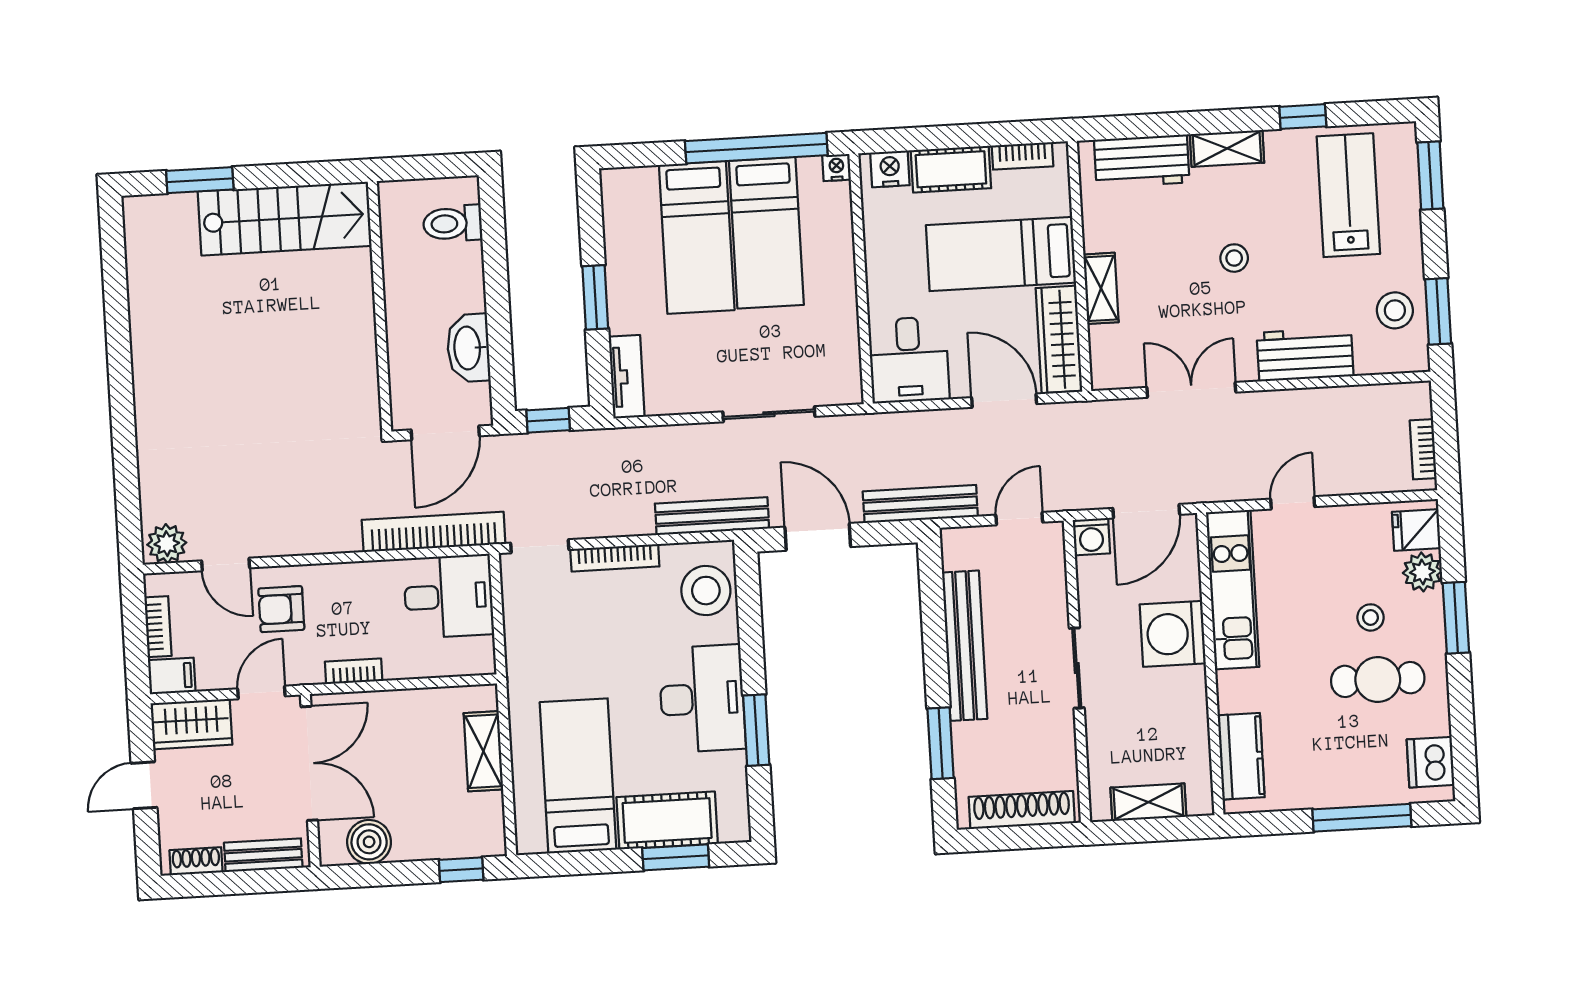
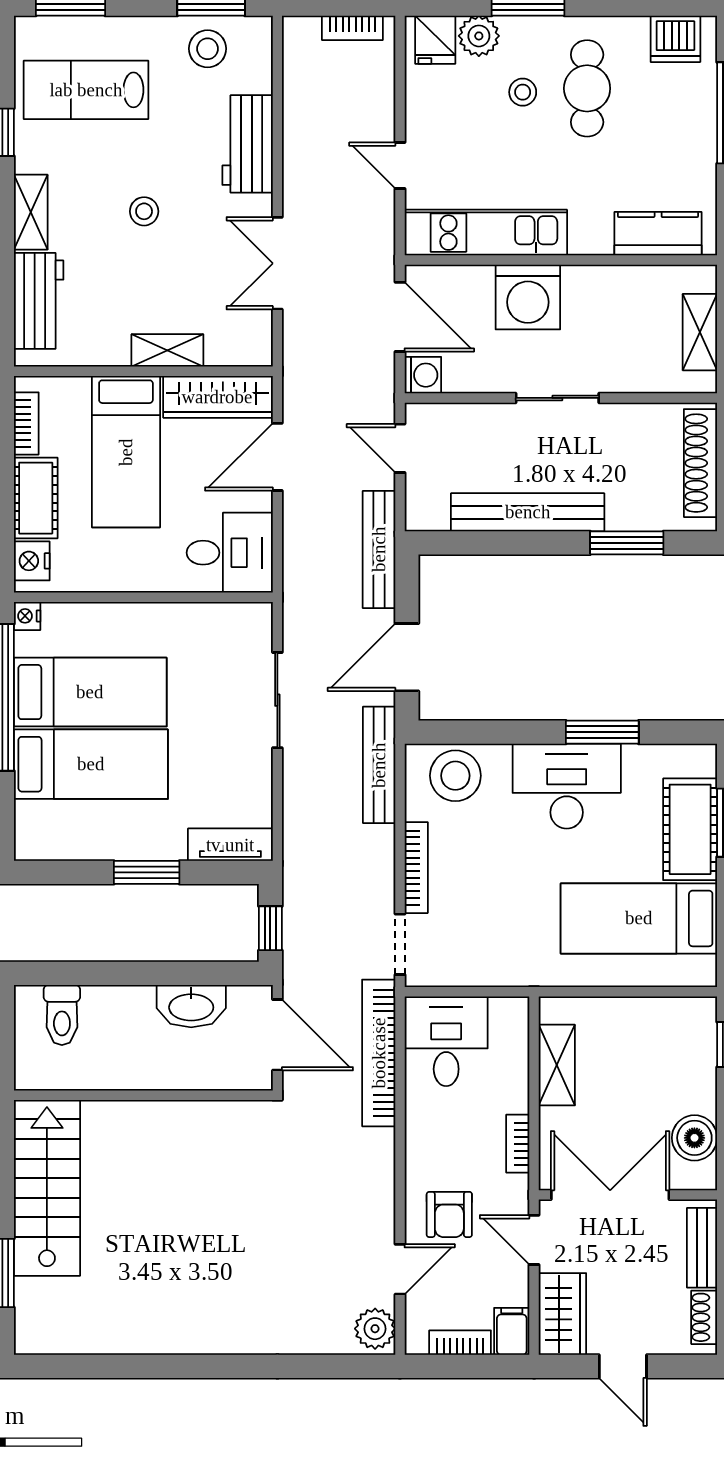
shelving: (483, 751) -> (557, 1065), moved, turned 90

